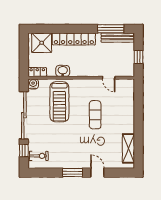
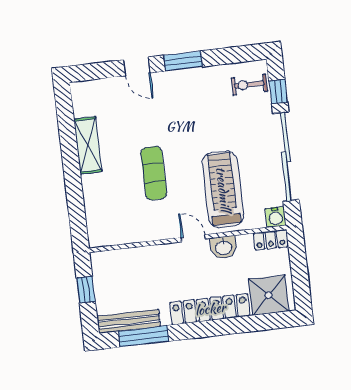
door: (109, 78) -> (193, 238), moved
shelving: (128, 148) -> (88, 145), moved

